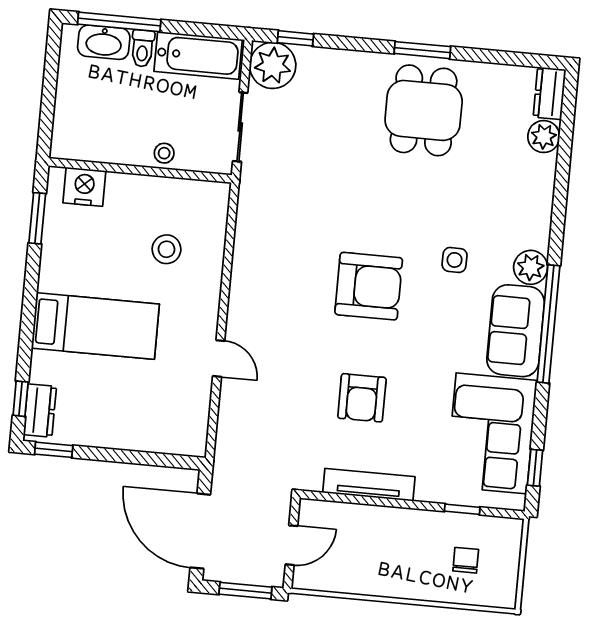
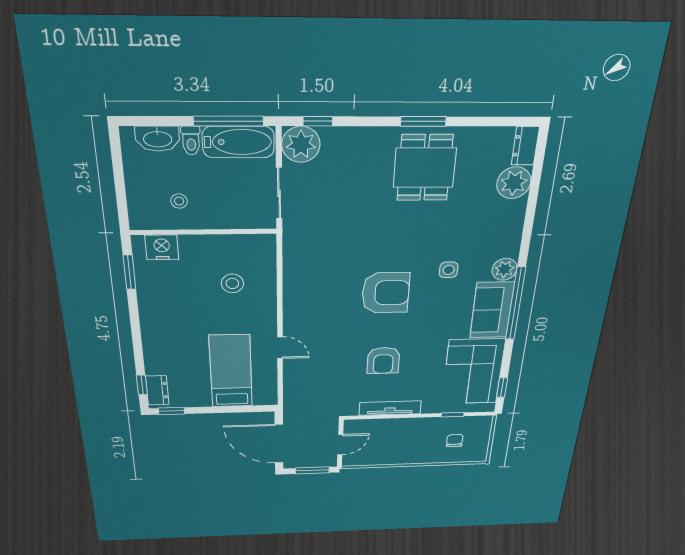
window: (119, 22) -> (228, 121), moved
plant: (544, 137) -> (514, 183), width x1.36, depth x1.36
stool: (164, 153) -> (179, 201), moved
bed: (95, 326) -> (231, 371), moved, turned -90

